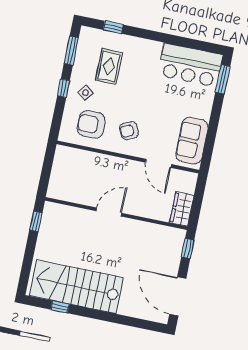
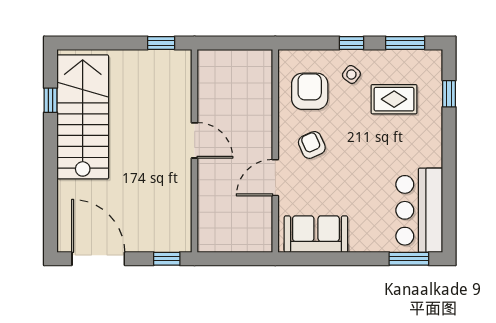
door: (159, 163) -> (275, 178), moved
wardrobe: (182, 209) -> (219, 240), removed
door: (178, 296) -> (98, 259), hinge flipped

